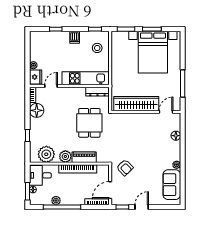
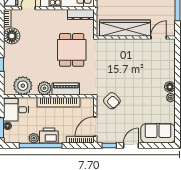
floor lamp: (176, 136) -> (170, 87), moved
sofa: (172, 185) -> (158, 133), moved, turned 90
printer: (69, 198) -> (49, 136), added

